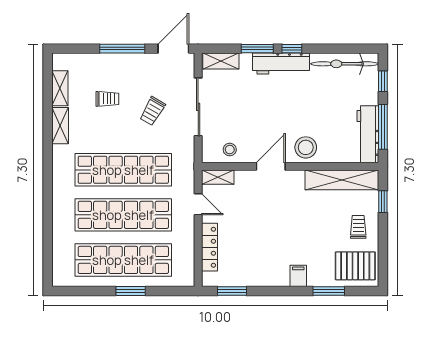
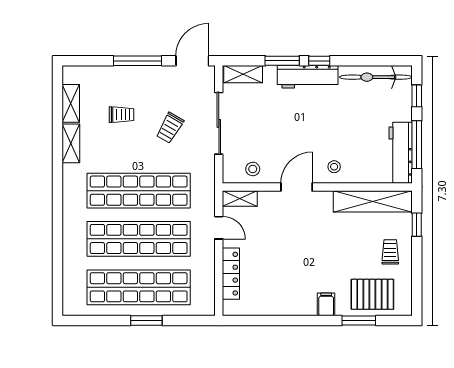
stool: (306, 147) -> (334, 167), width x0.53, depth x0.53
pallet: (355, 266) -> (372, 294), moved
window: (232, 291) -> (255, 321), removed

